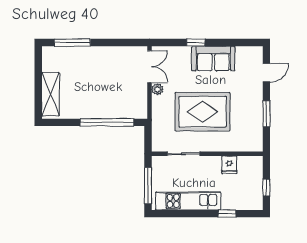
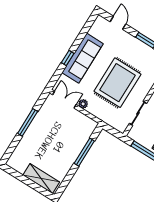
window: (72, 43) -> (28, 122), moved
sofa: (213, 59) -> (83, 58), width x1.36
window: (107, 122) -> (84, 152), width x0.68

